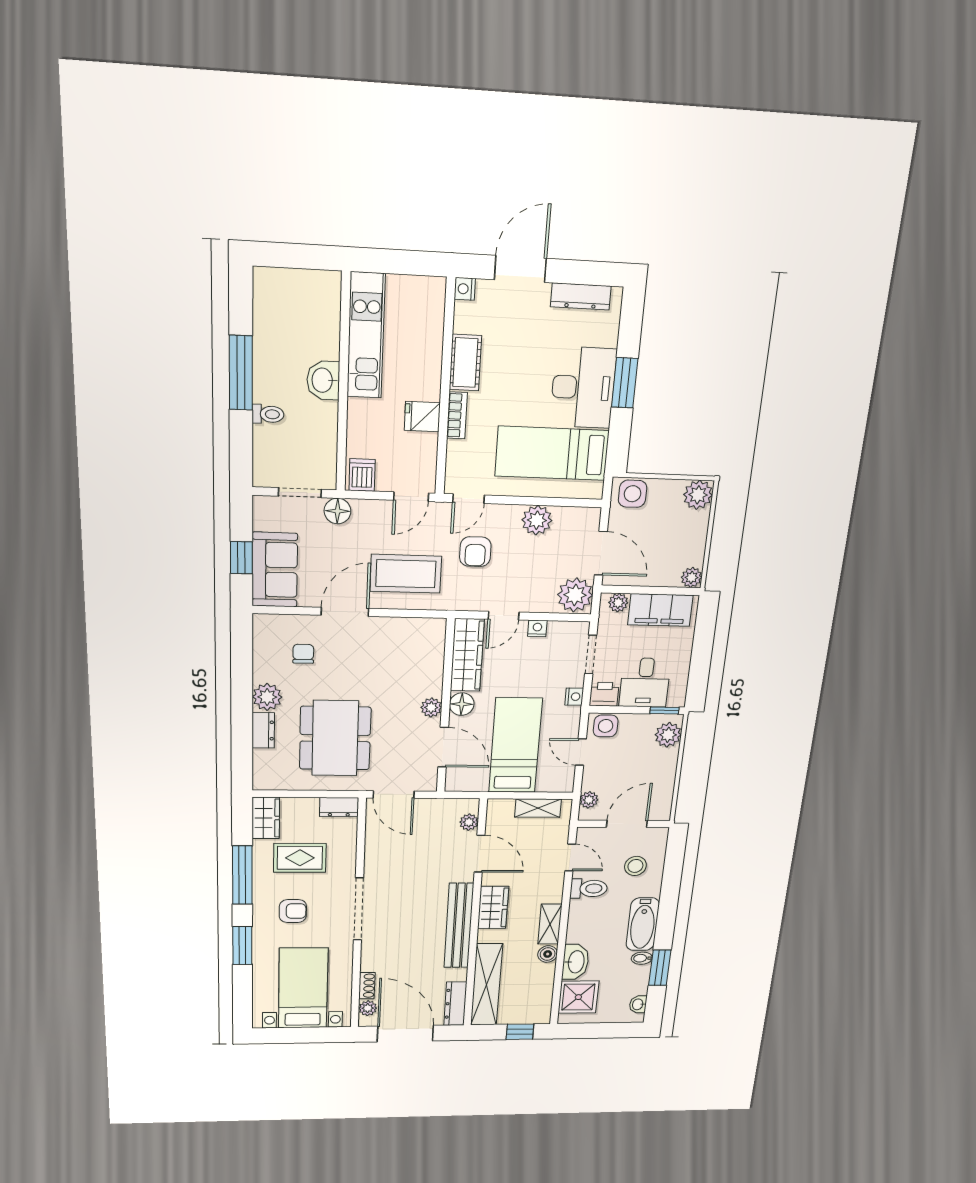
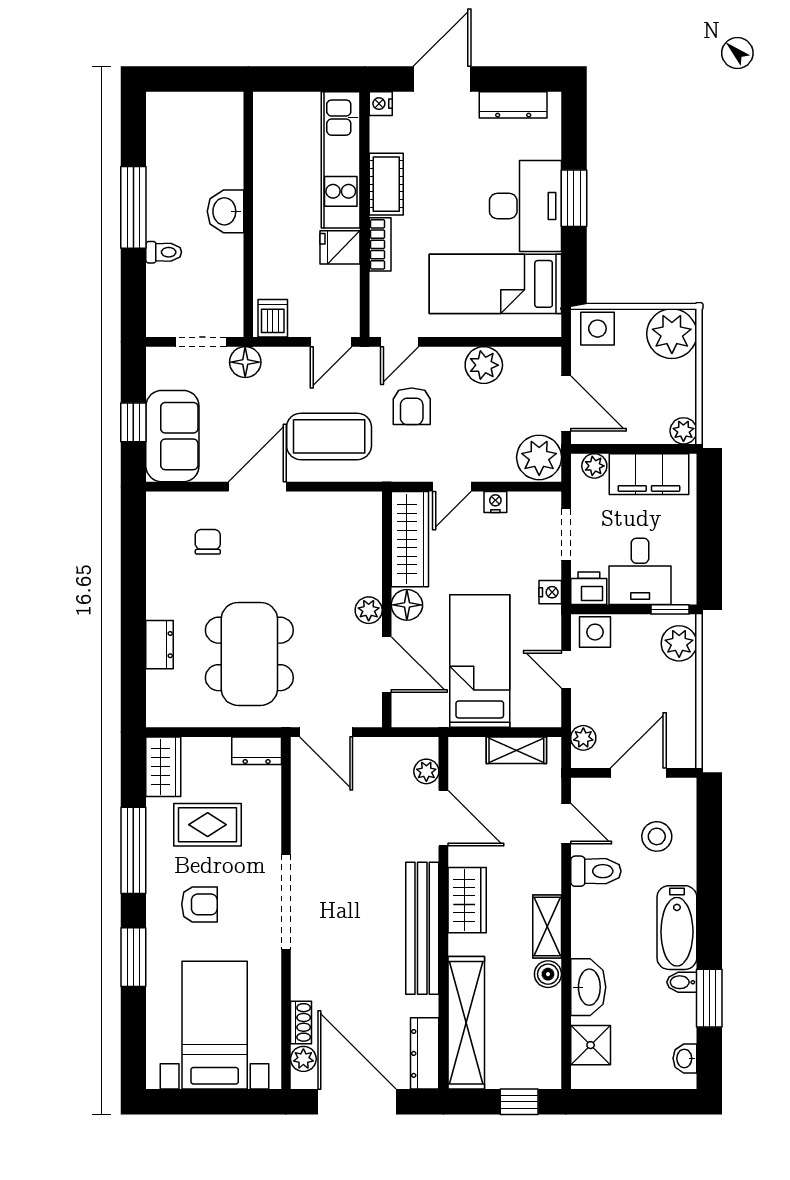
kitchen unit: (366, 336) -> (341, 160), moved, turned 180
plant: (698, 495) -> (672, 334), width x1.36, depth x1.36
plant: (267, 697) -> (164, 599), removed
shower: (578, 997) -> (591, 1045), width x0.73, depth x0.73

